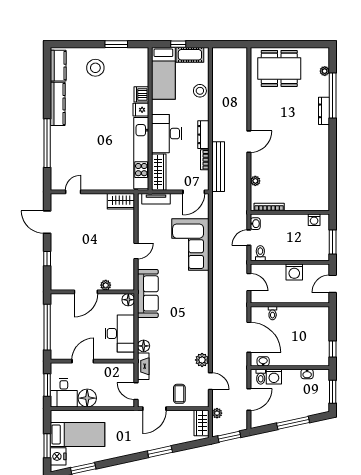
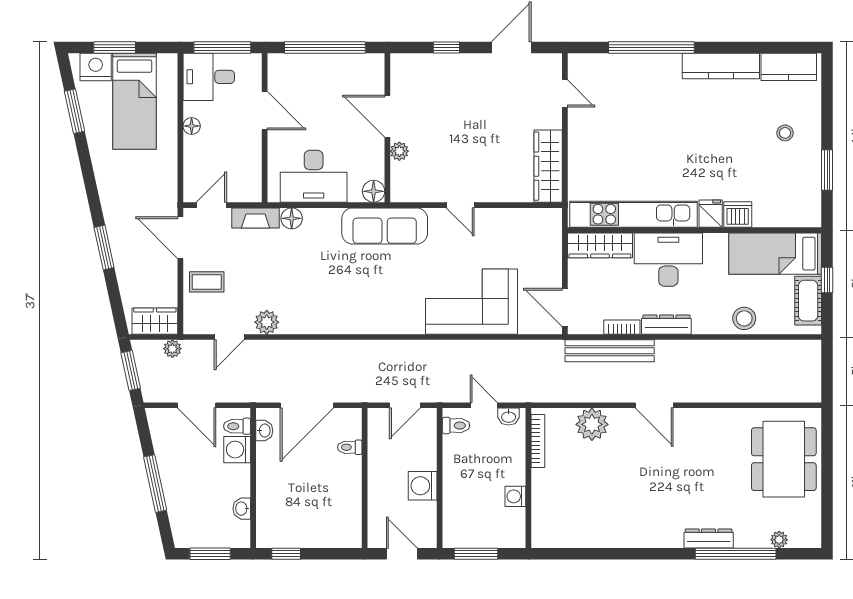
stool: (95, 68) -> (785, 133), width x0.53, depth x0.53
plant: (255, 181) -> (592, 424), width x1.87, depth x1.87
tv unit: (156, 199) -> (553, 241), removed
wardrobe: (121, 201) -> (548, 166), width x1.50
washing machine: (314, 220) -> (515, 496), moved
window: (47, 385) -> (222, 47), width x1.44
floor lamp: (87, 398) -> (192, 126), width x0.53, depth x0.53

